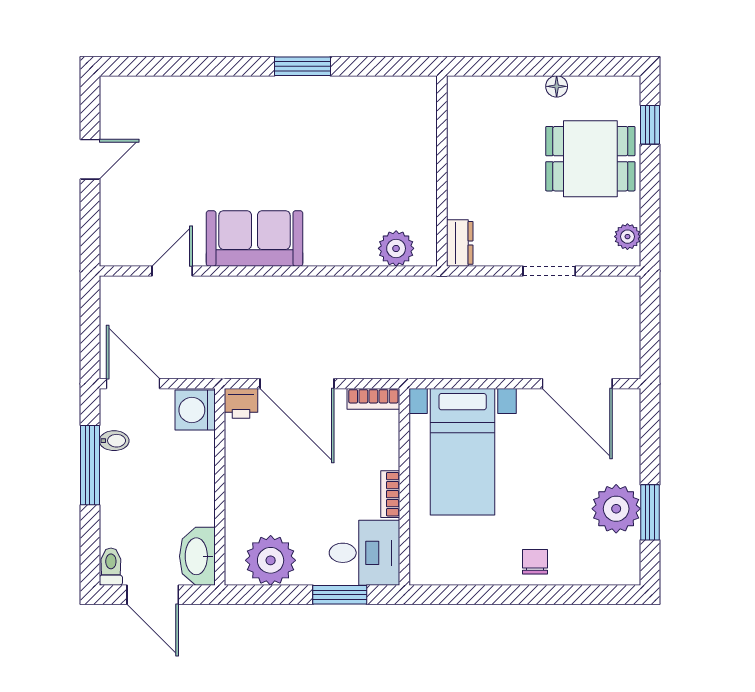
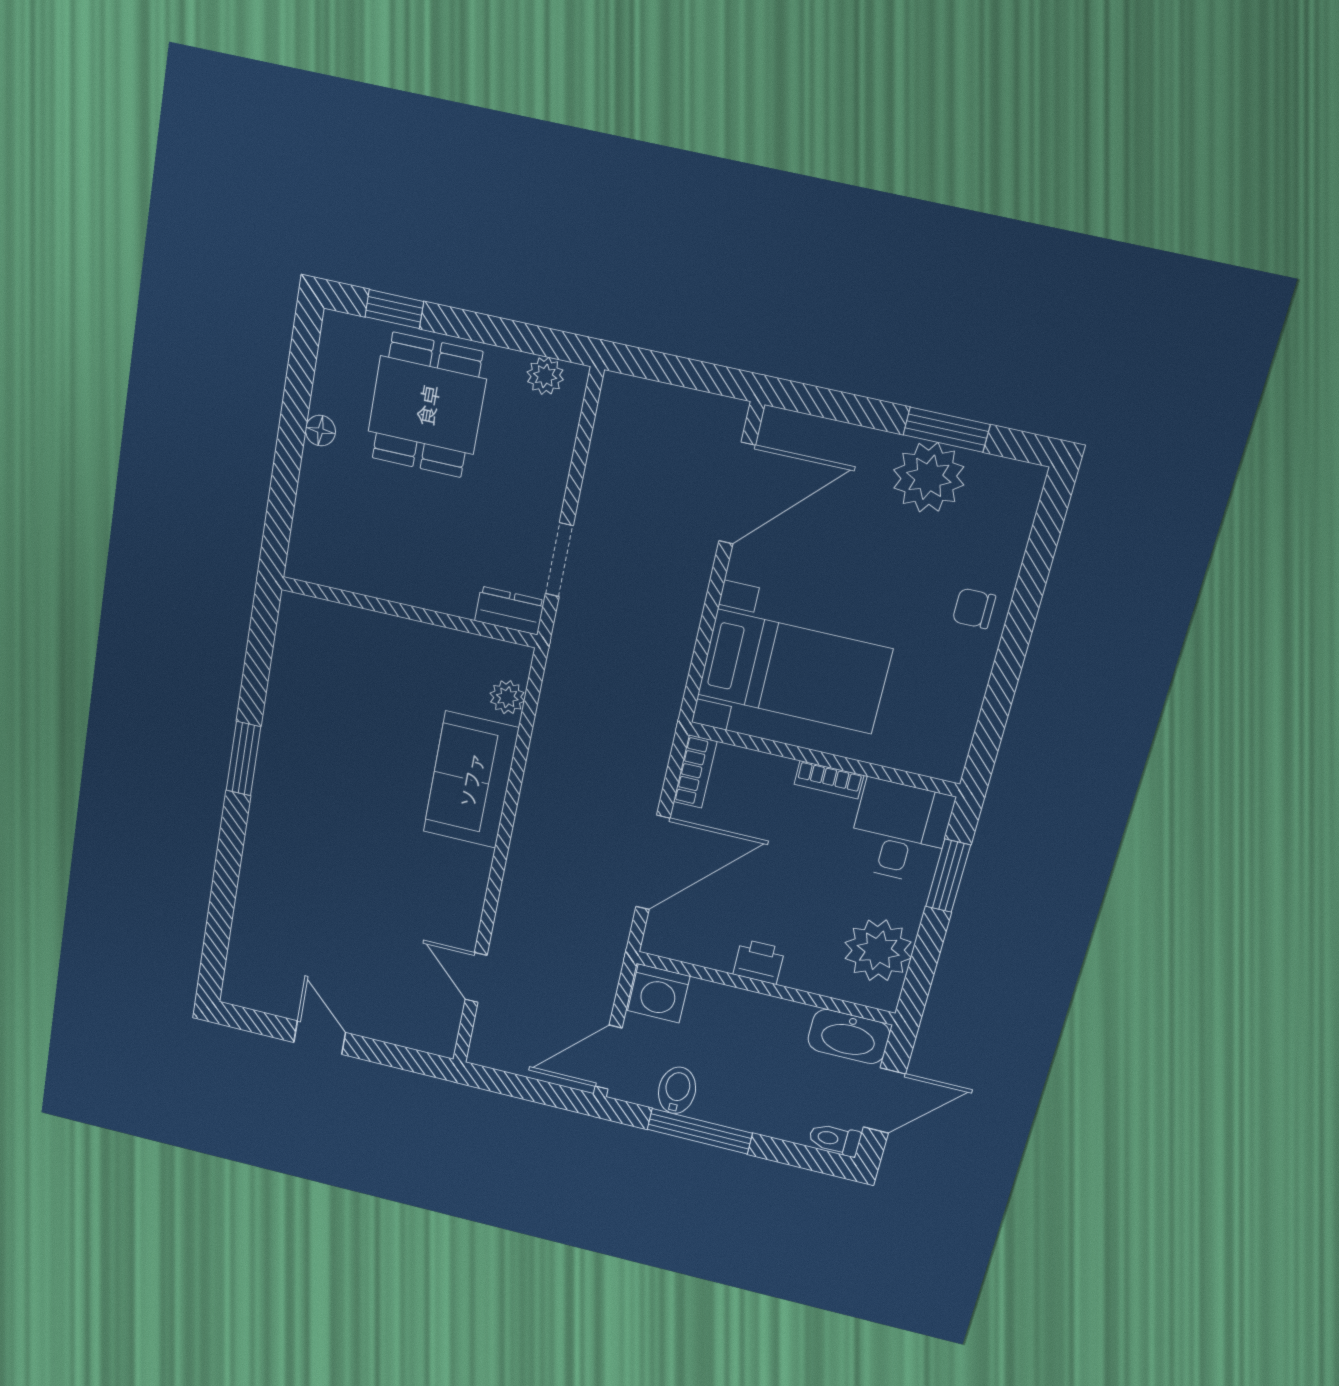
sofa: (255, 238) -> (471, 780), moved
plant: (396, 248) -> (507, 697), width x0.73, depth x0.73
doorway: (549, 271) -> (559, 560), moved
printer: (241, 403) -> (759, 962), moved, turned -90
bidet: (114, 441) -> (677, 1090), width x1.38, depth x1.36

